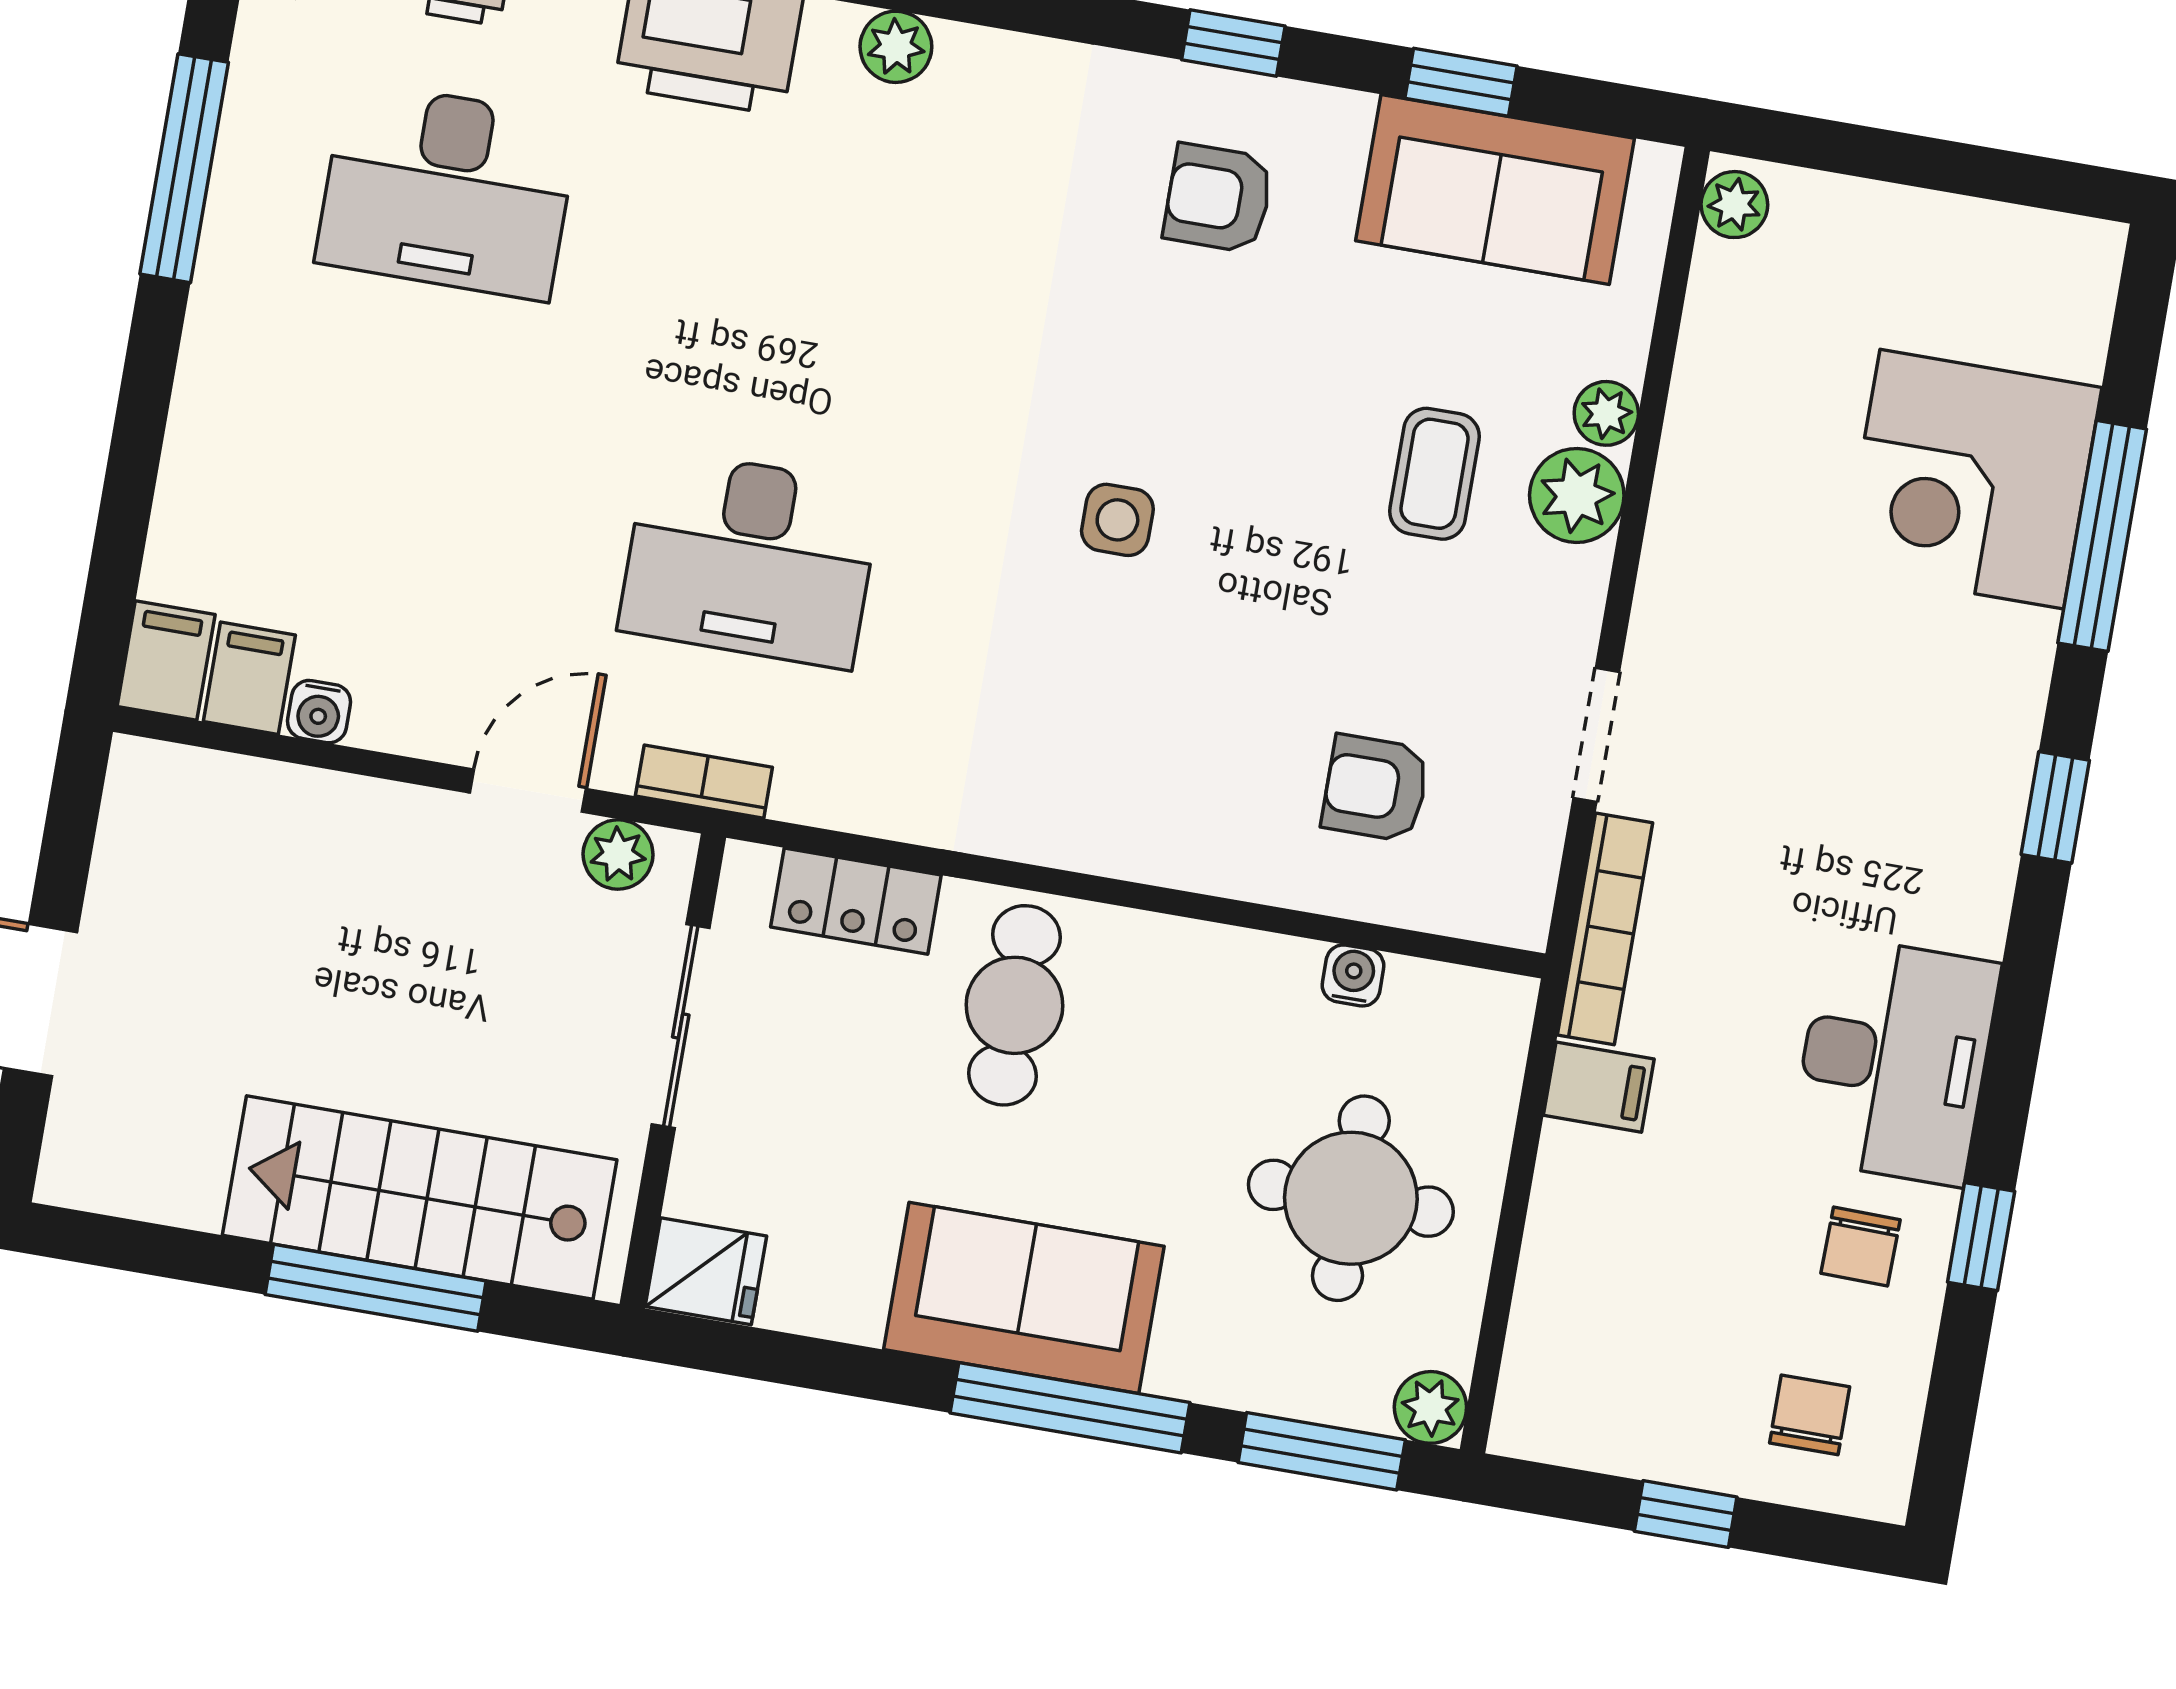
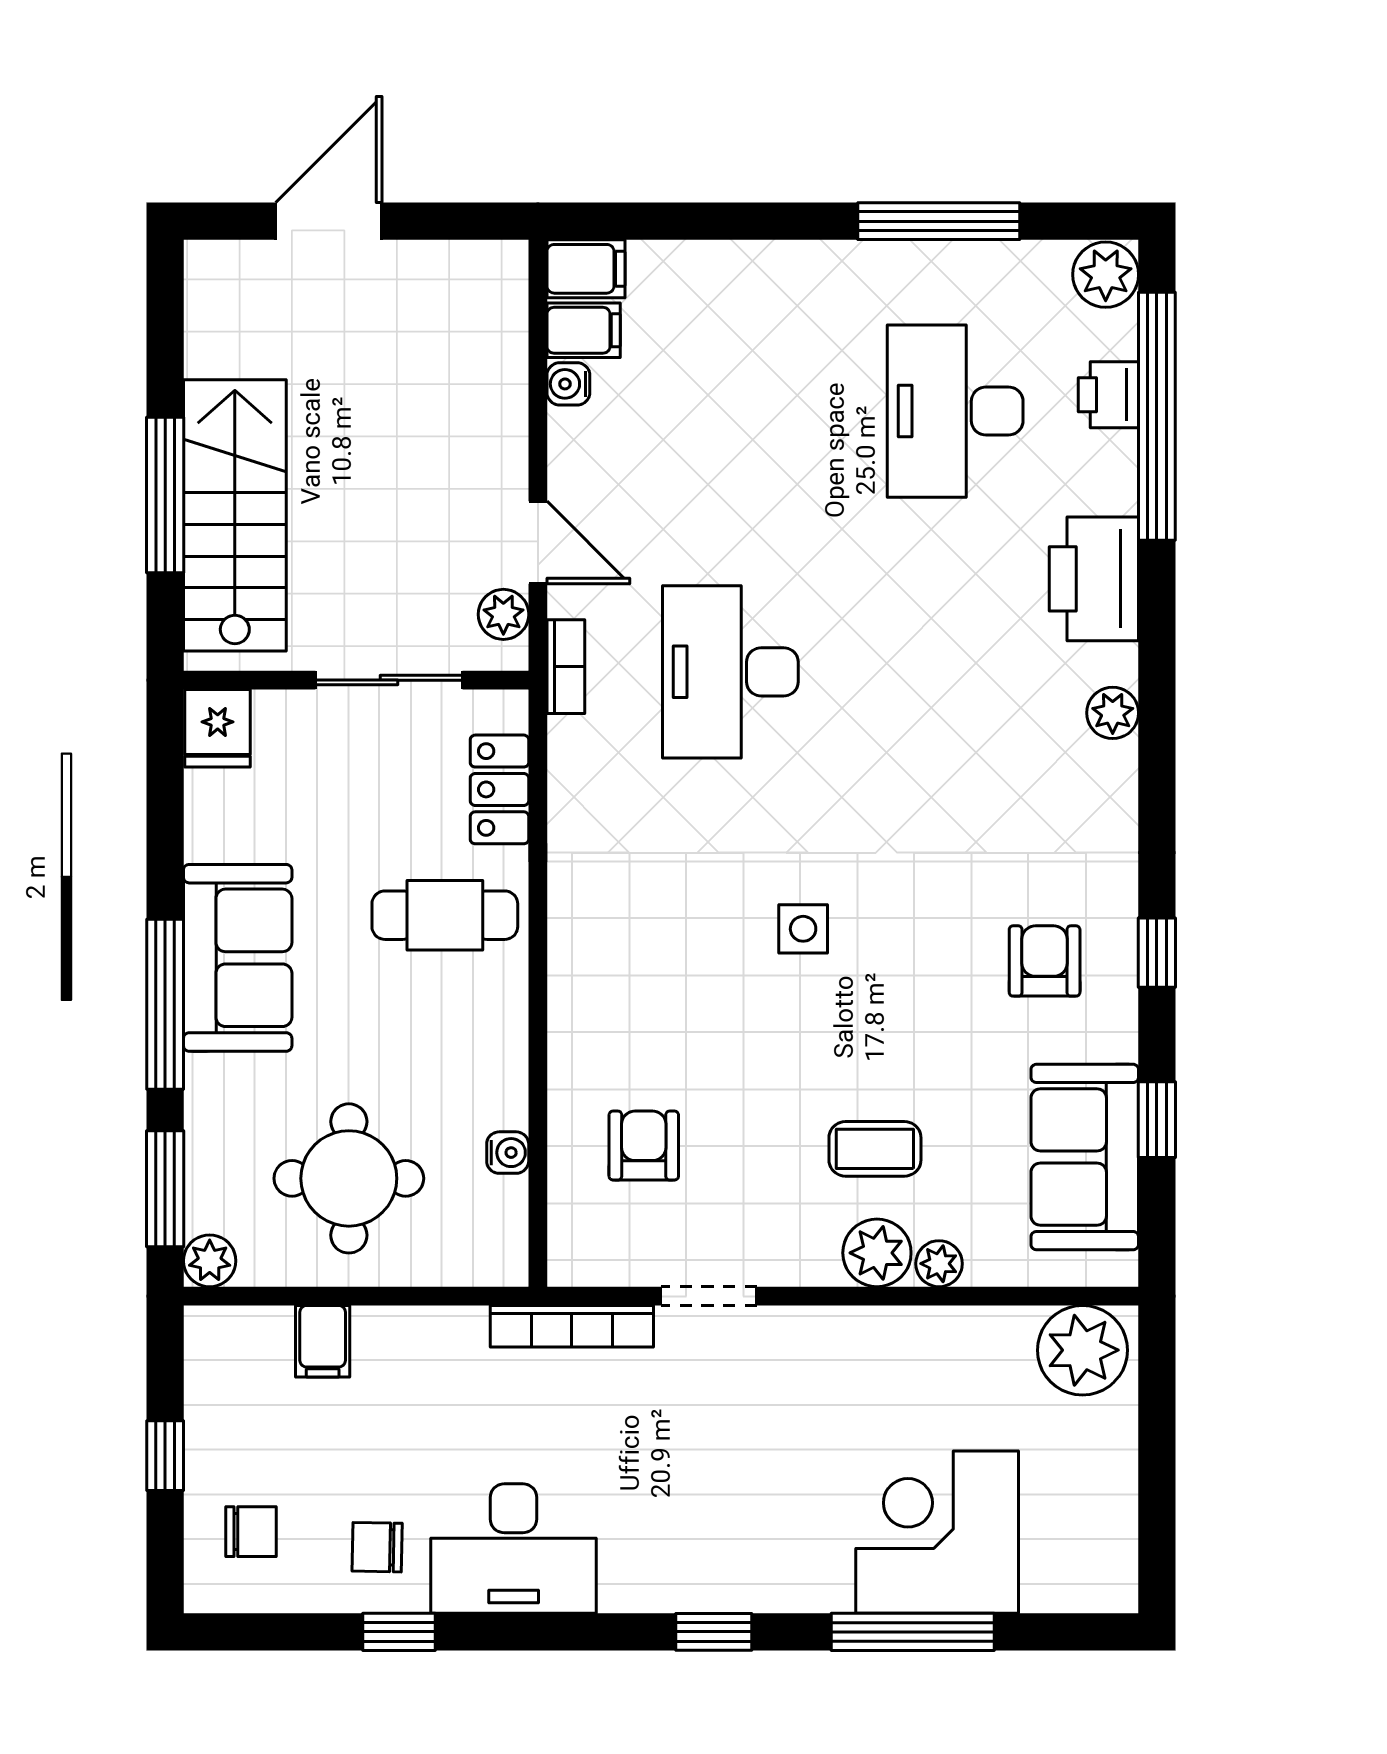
plant: (1734, 205) -> (1082, 1350), width x1.87, depth x1.87
filing cabinet: (1599, 1087) -> (323, 1341), moved

